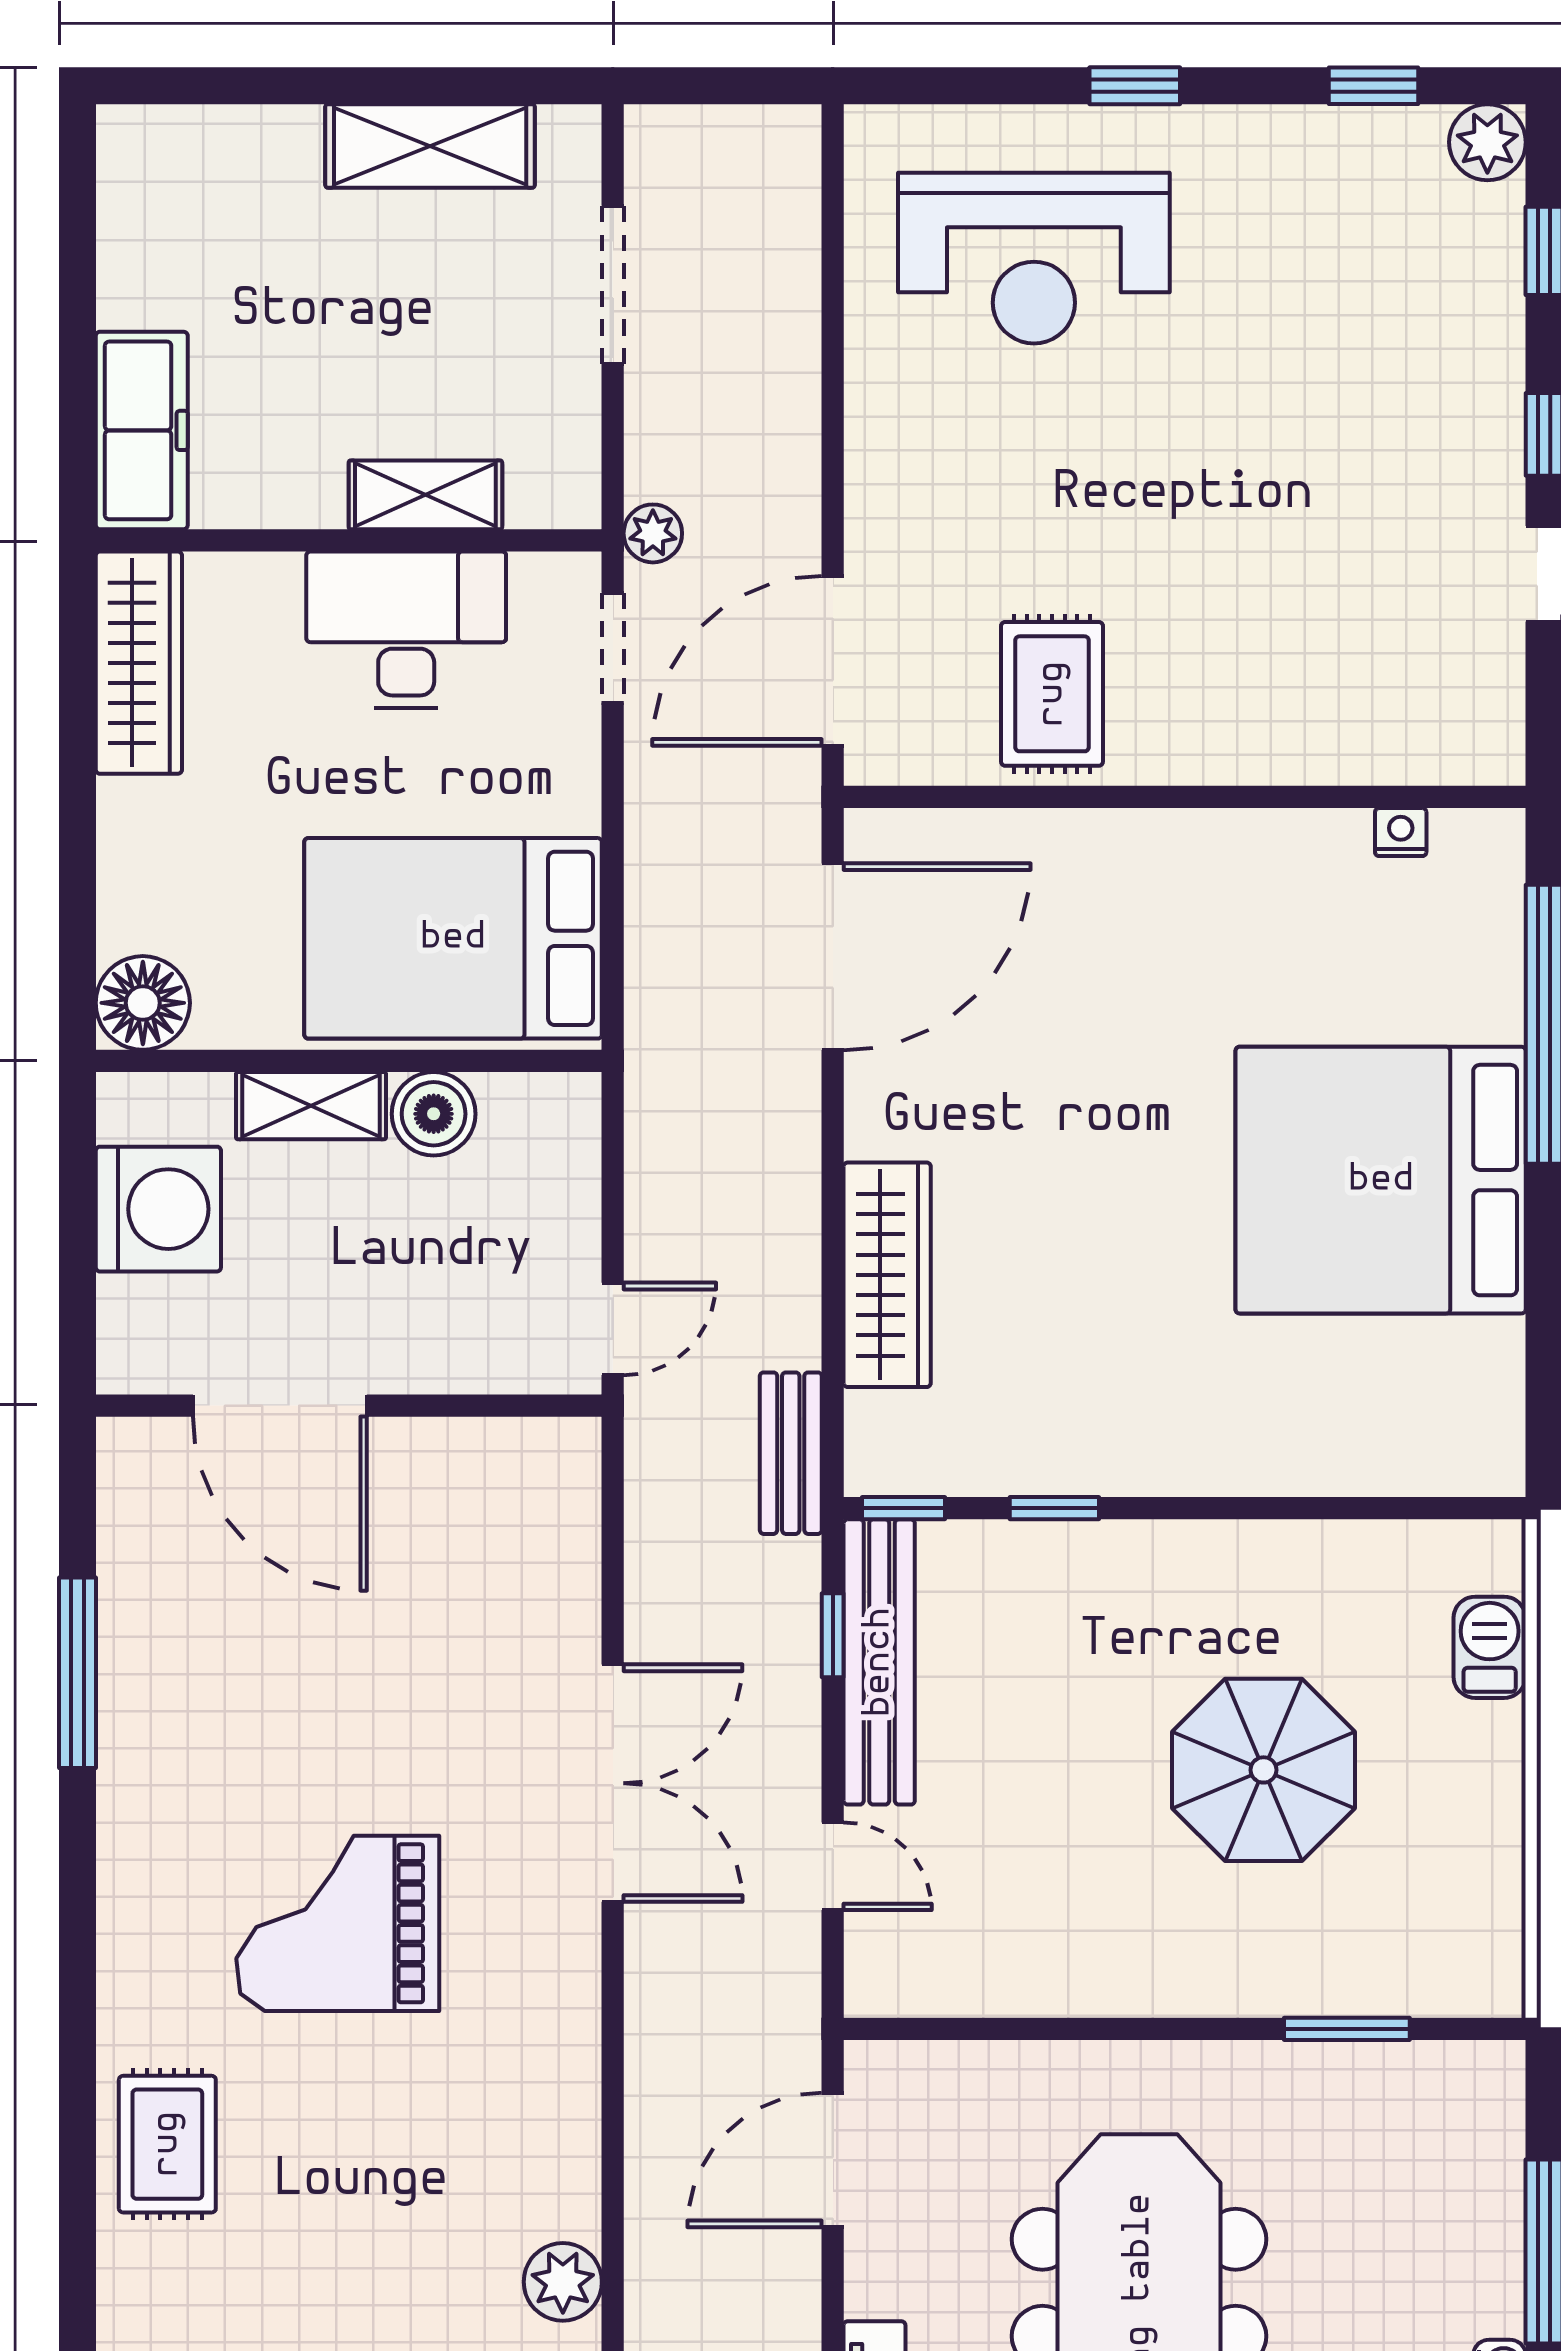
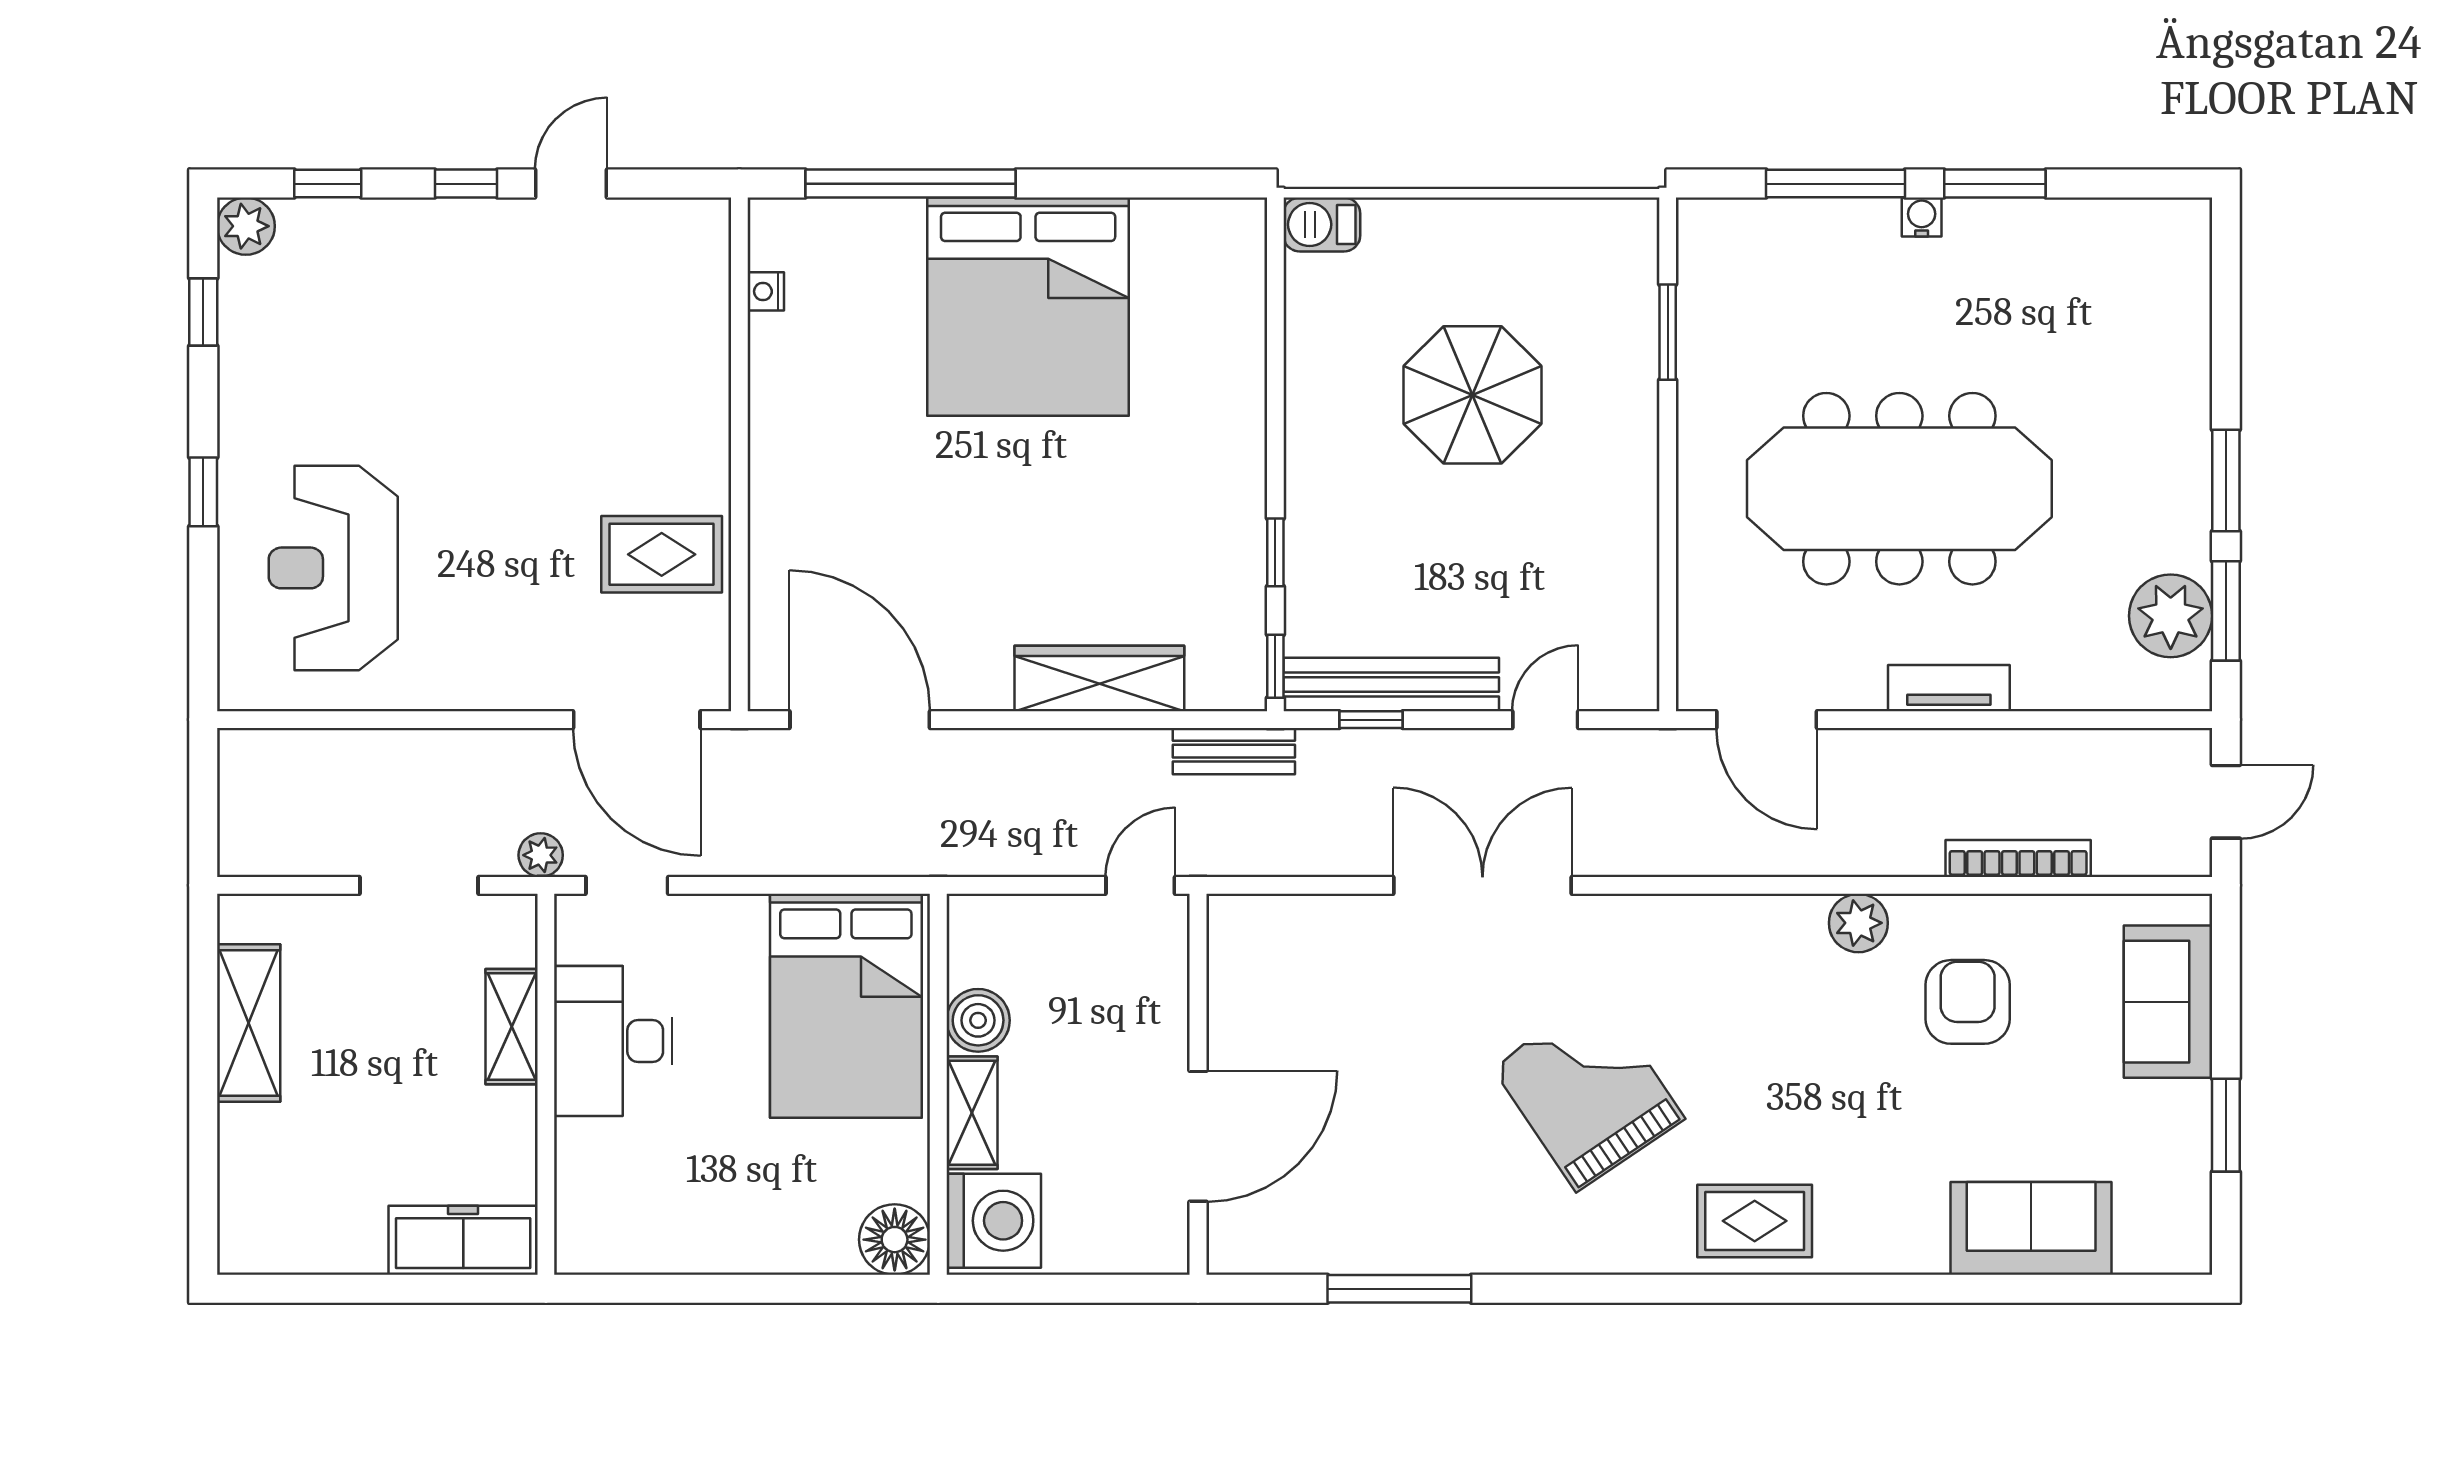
reception desk: (1034, 258) -> (333, 568), turned 180
doorway: (613, 285) -> (419, 885), moved
wardrobe: (139, 663) -> (638, 1242), removed
washing machine: (158, 1209) -> (994, 1221), moved, turned 90
door: (613, 1329) -> (1140, 885), hinge flipped
barbecue: (1490, 1647) -> (1322, 224), moved
grand piano: (338, 1923) -> (1588, 1093), turned 146

